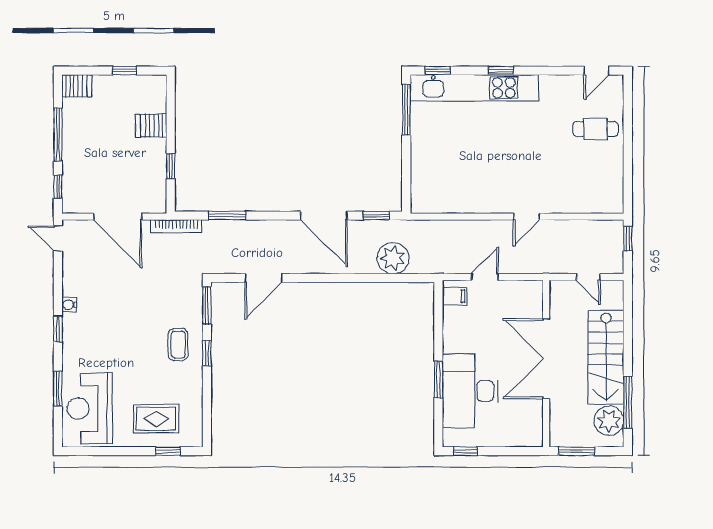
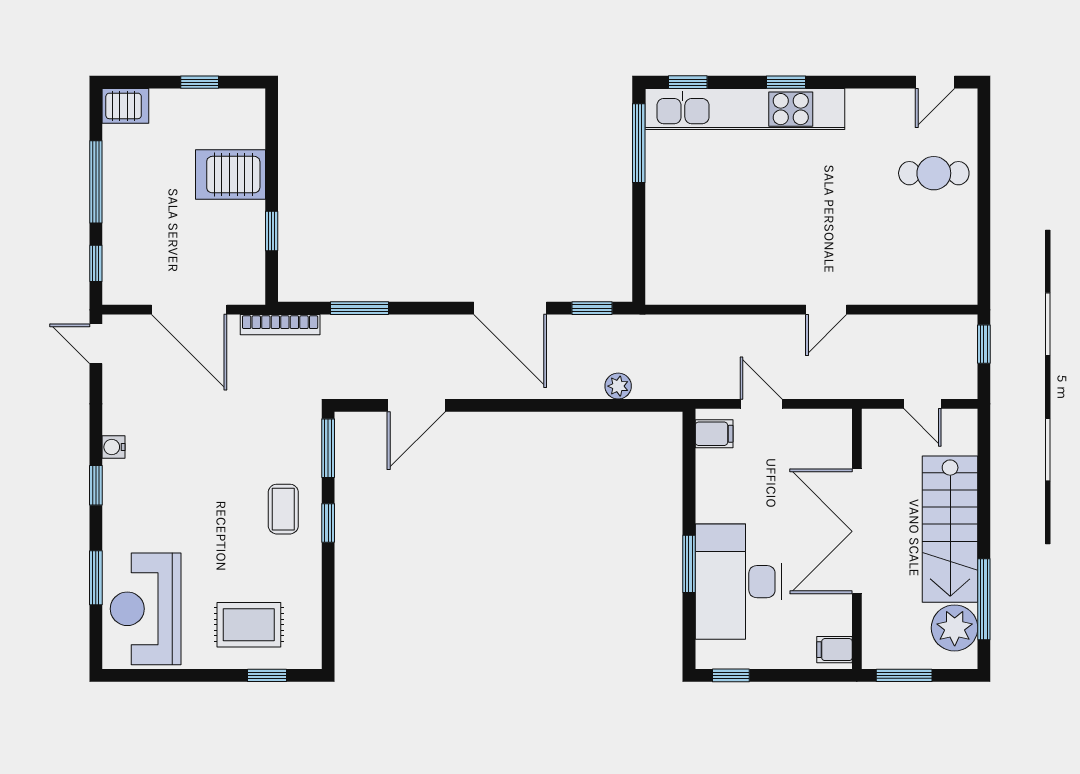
server rack: (151, 126) -> (231, 175), width x1.36, depth x1.44
plant: (393, 258) -> (618, 386), width x0.53, depth x0.53
door: (485, 277) -> (761, 404), hinge flipped
filing cabinet: (532, 435) -> (835, 650), added

